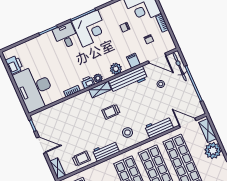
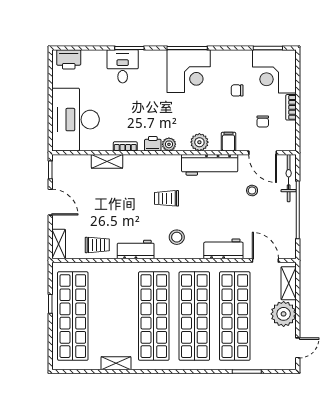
desk: (66, 36) -> (123, 66), moved
printer: (14, 65) -> (69, 59), moved, turned 90
shelving: (100, 90) -> (107, 161), moved

